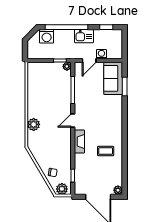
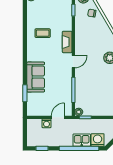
kitchen sink: (84, 36) -> (82, 140), moved
sofa: (113, 78) -> (36, 77), moved

